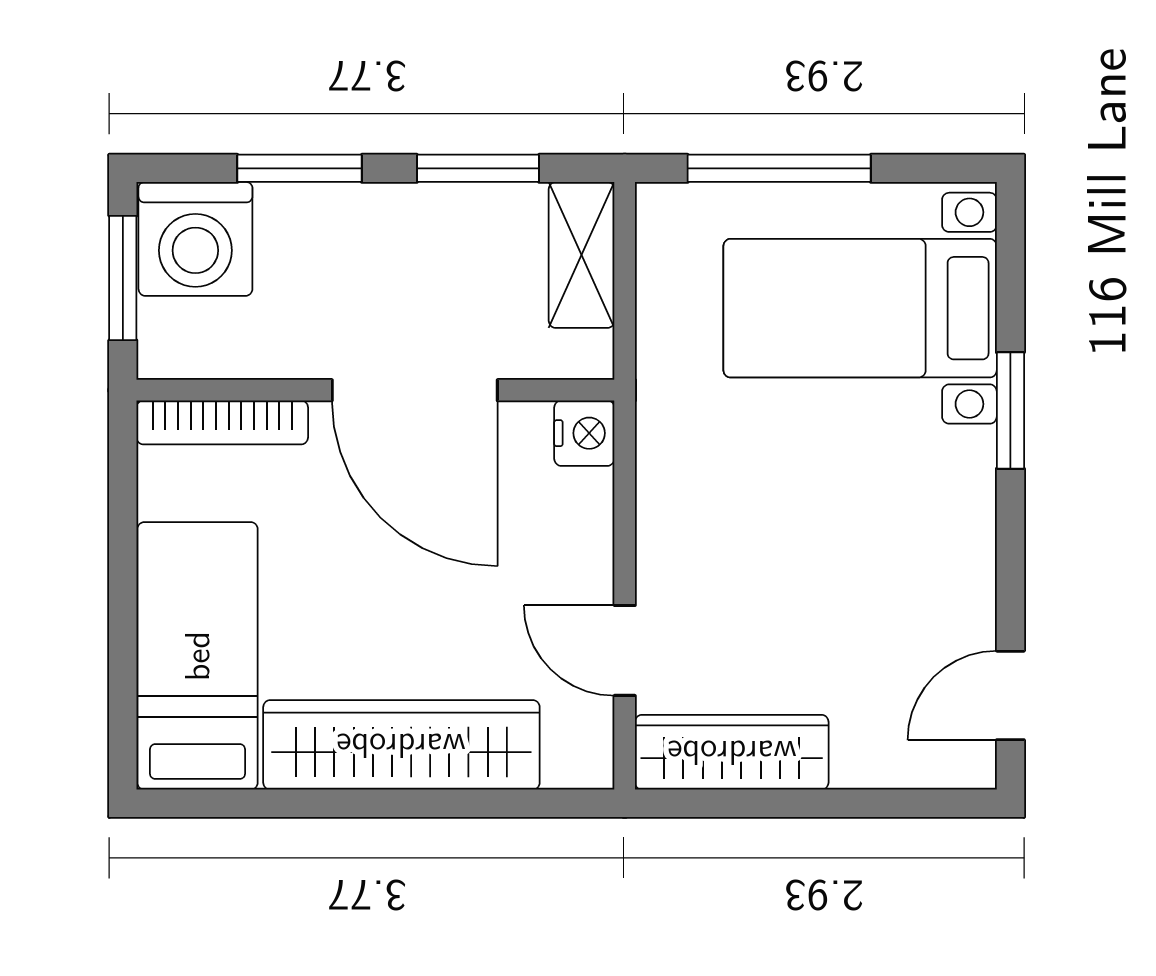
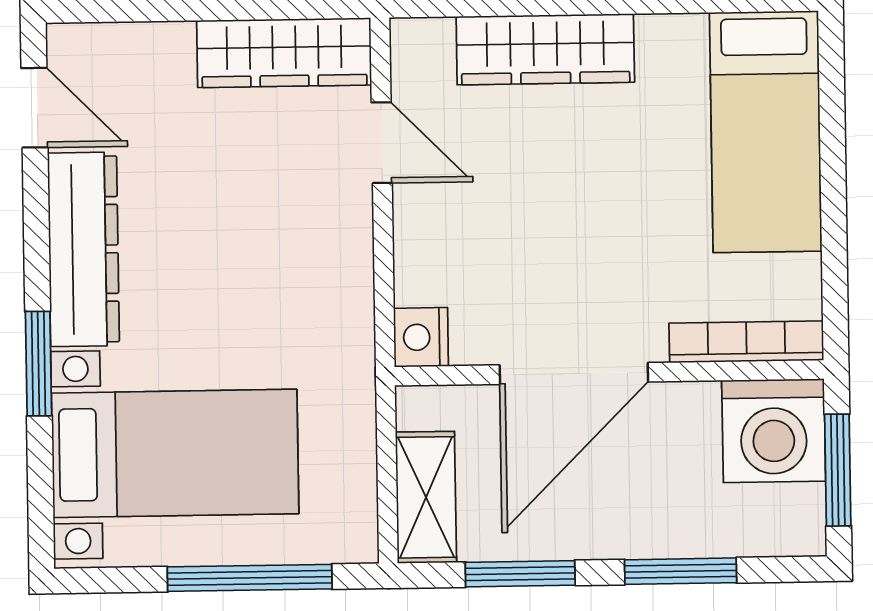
washing machine: (195, 239) -> (774, 431), moved, turned 180
door: (415, 390) -> (574, 373), swing flipped
dresser: (958, 537) -> (84, 249), added
door: (1010, 695) -> (35, 108), hinge flipped
wardrobe: (401, 745) -> (545, 49), width x0.71, depth x0.85

